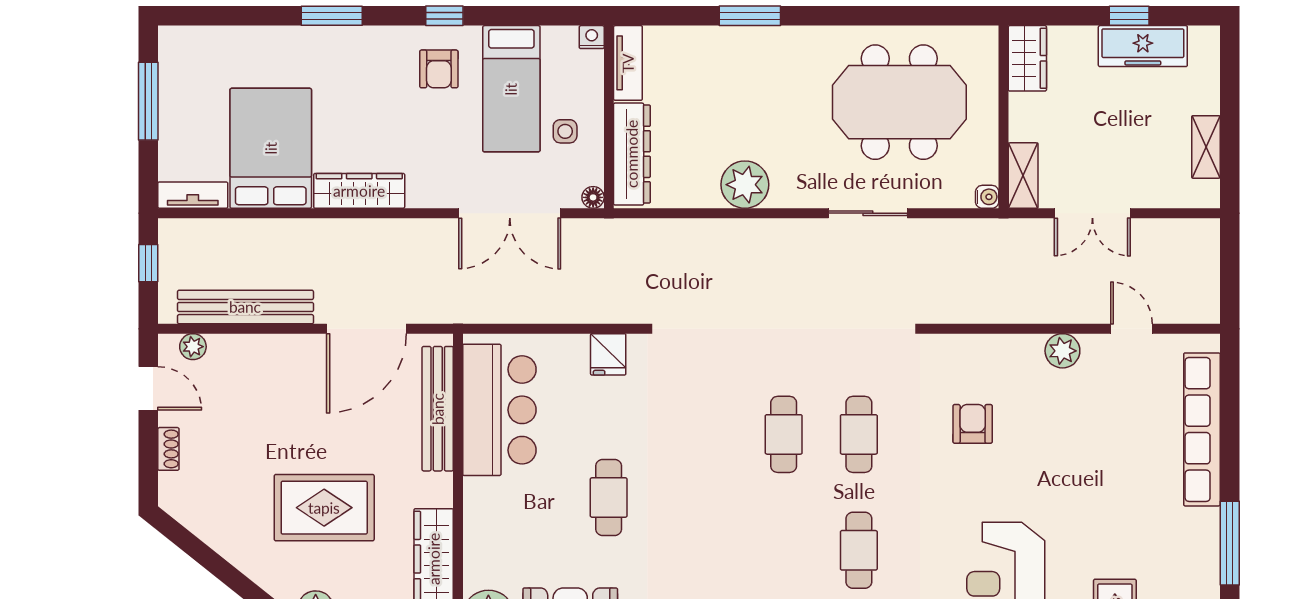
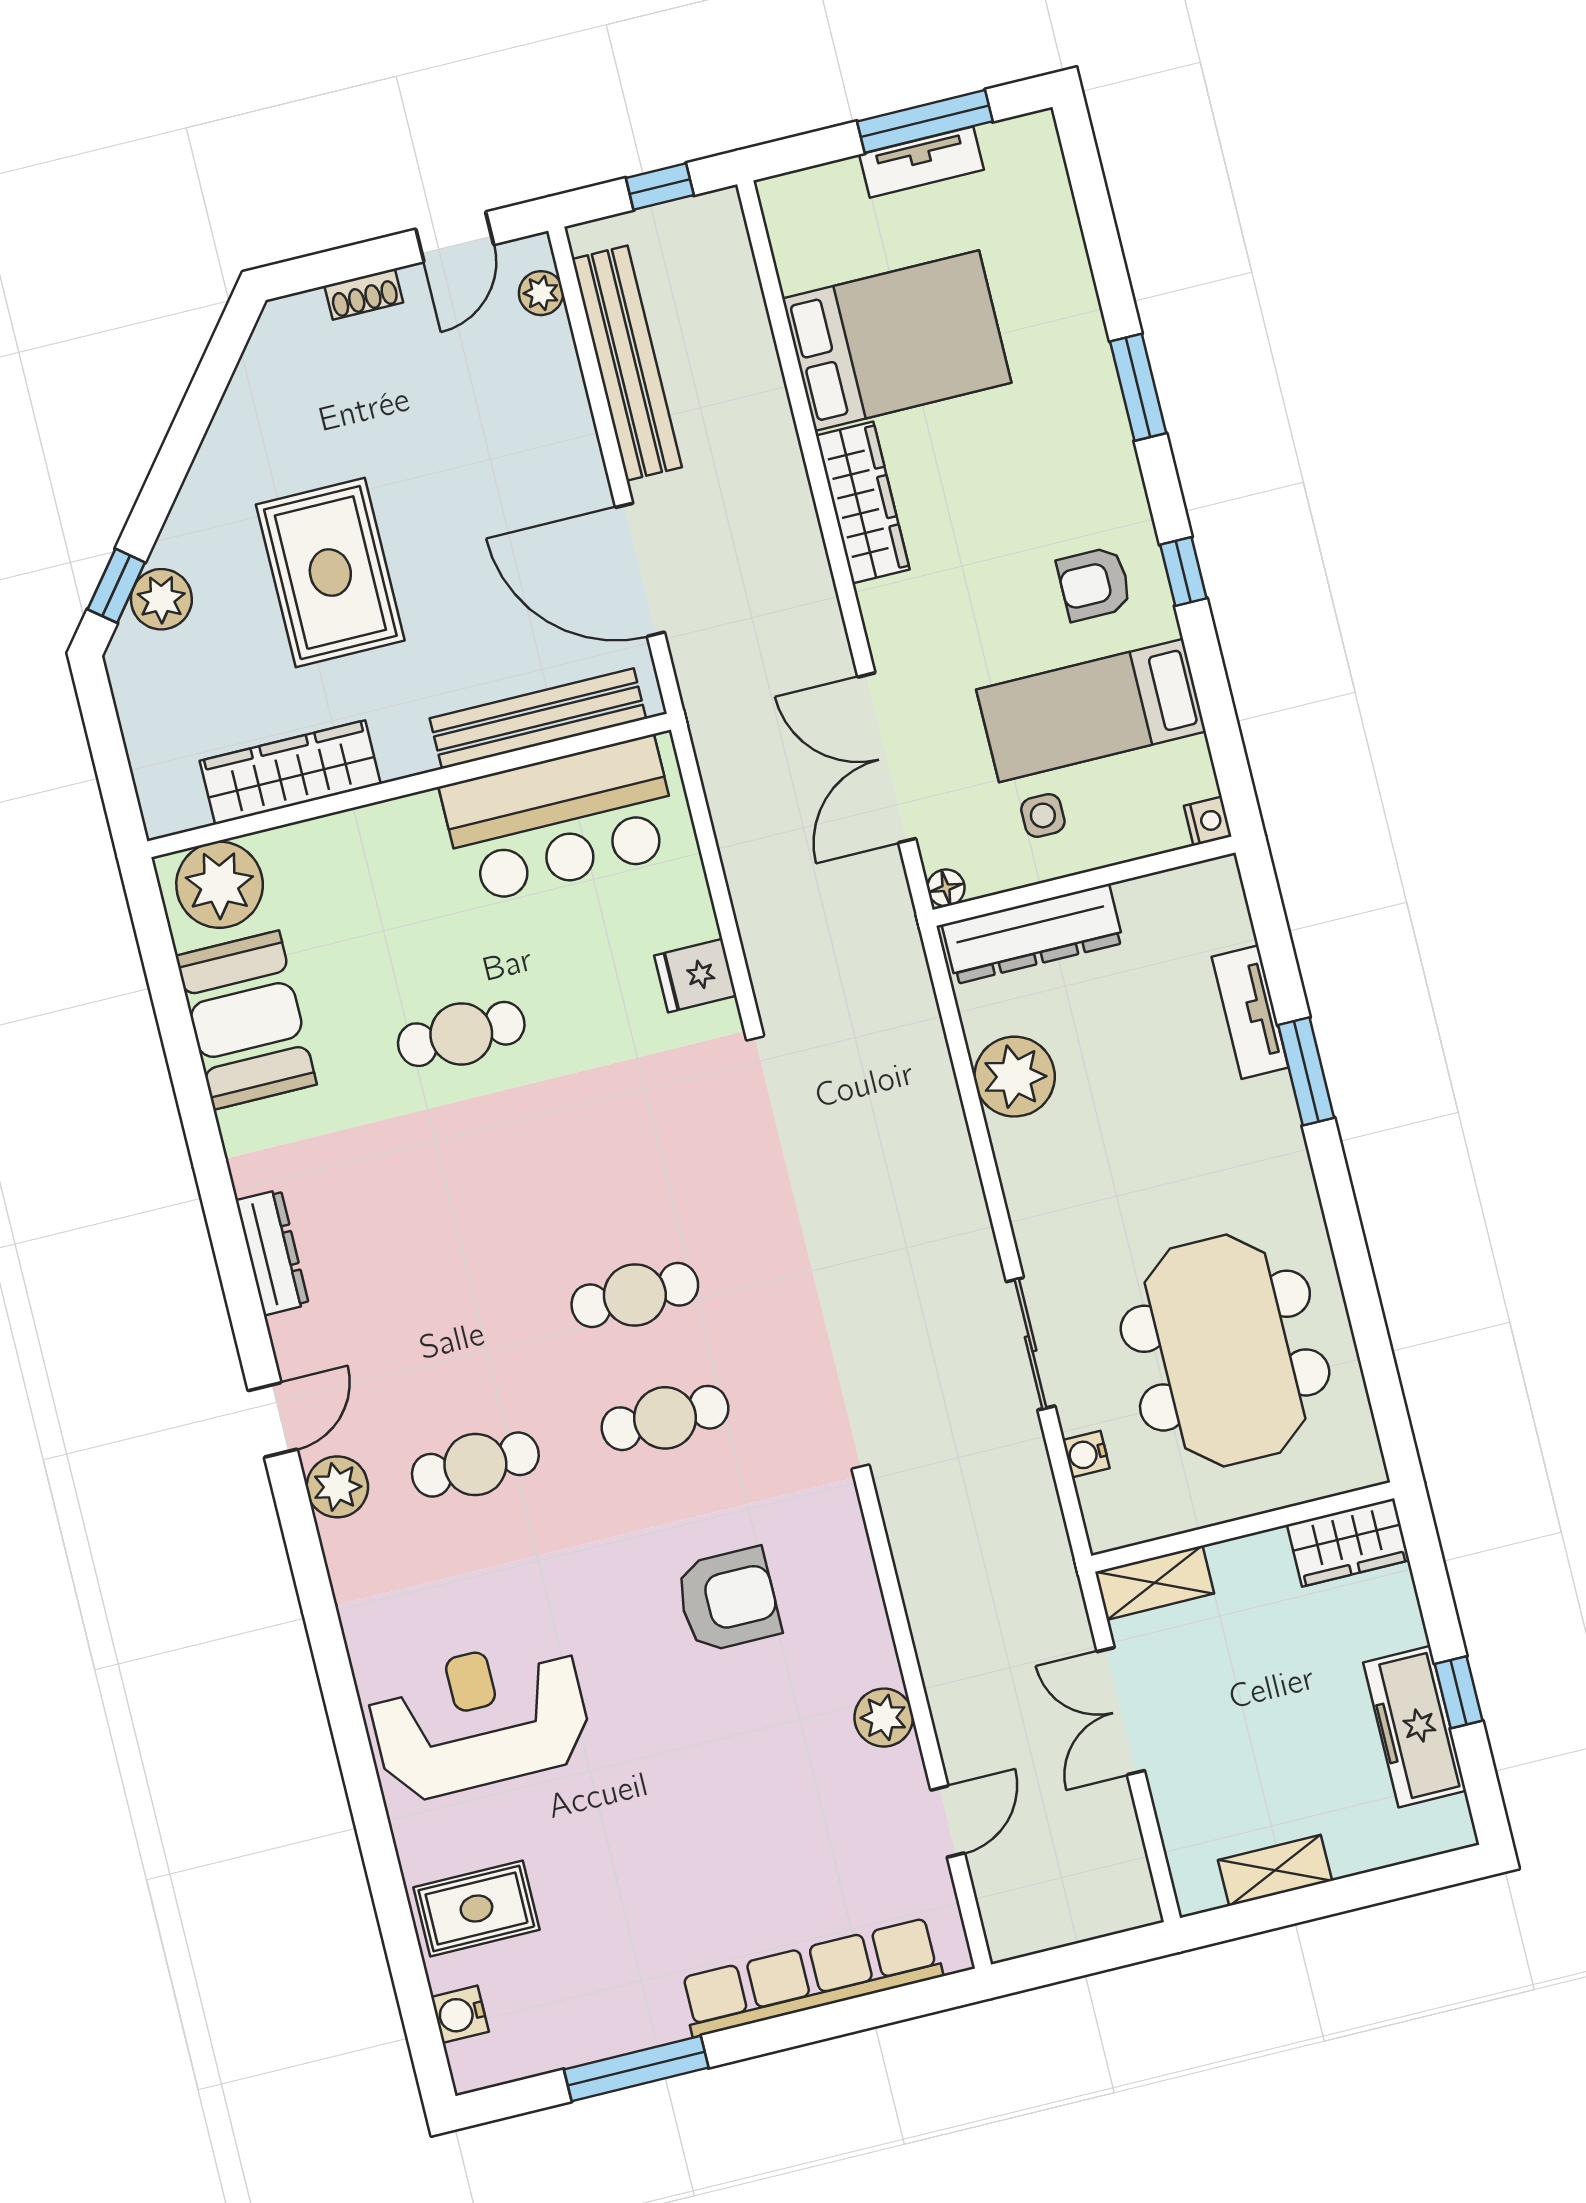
tv unit: (628, 63) -> (1250, 1012), moved, turned 90
plant: (745, 185) -> (1015, 1077), moved
tv unit: (193, 195) -> (921, 162), moved, turned 90
water cooler: (987, 197) -> (1086, 1454), moved, turned 90
armchair: (973, 424) -> (728, 1600), width x1.38, depth x1.38

